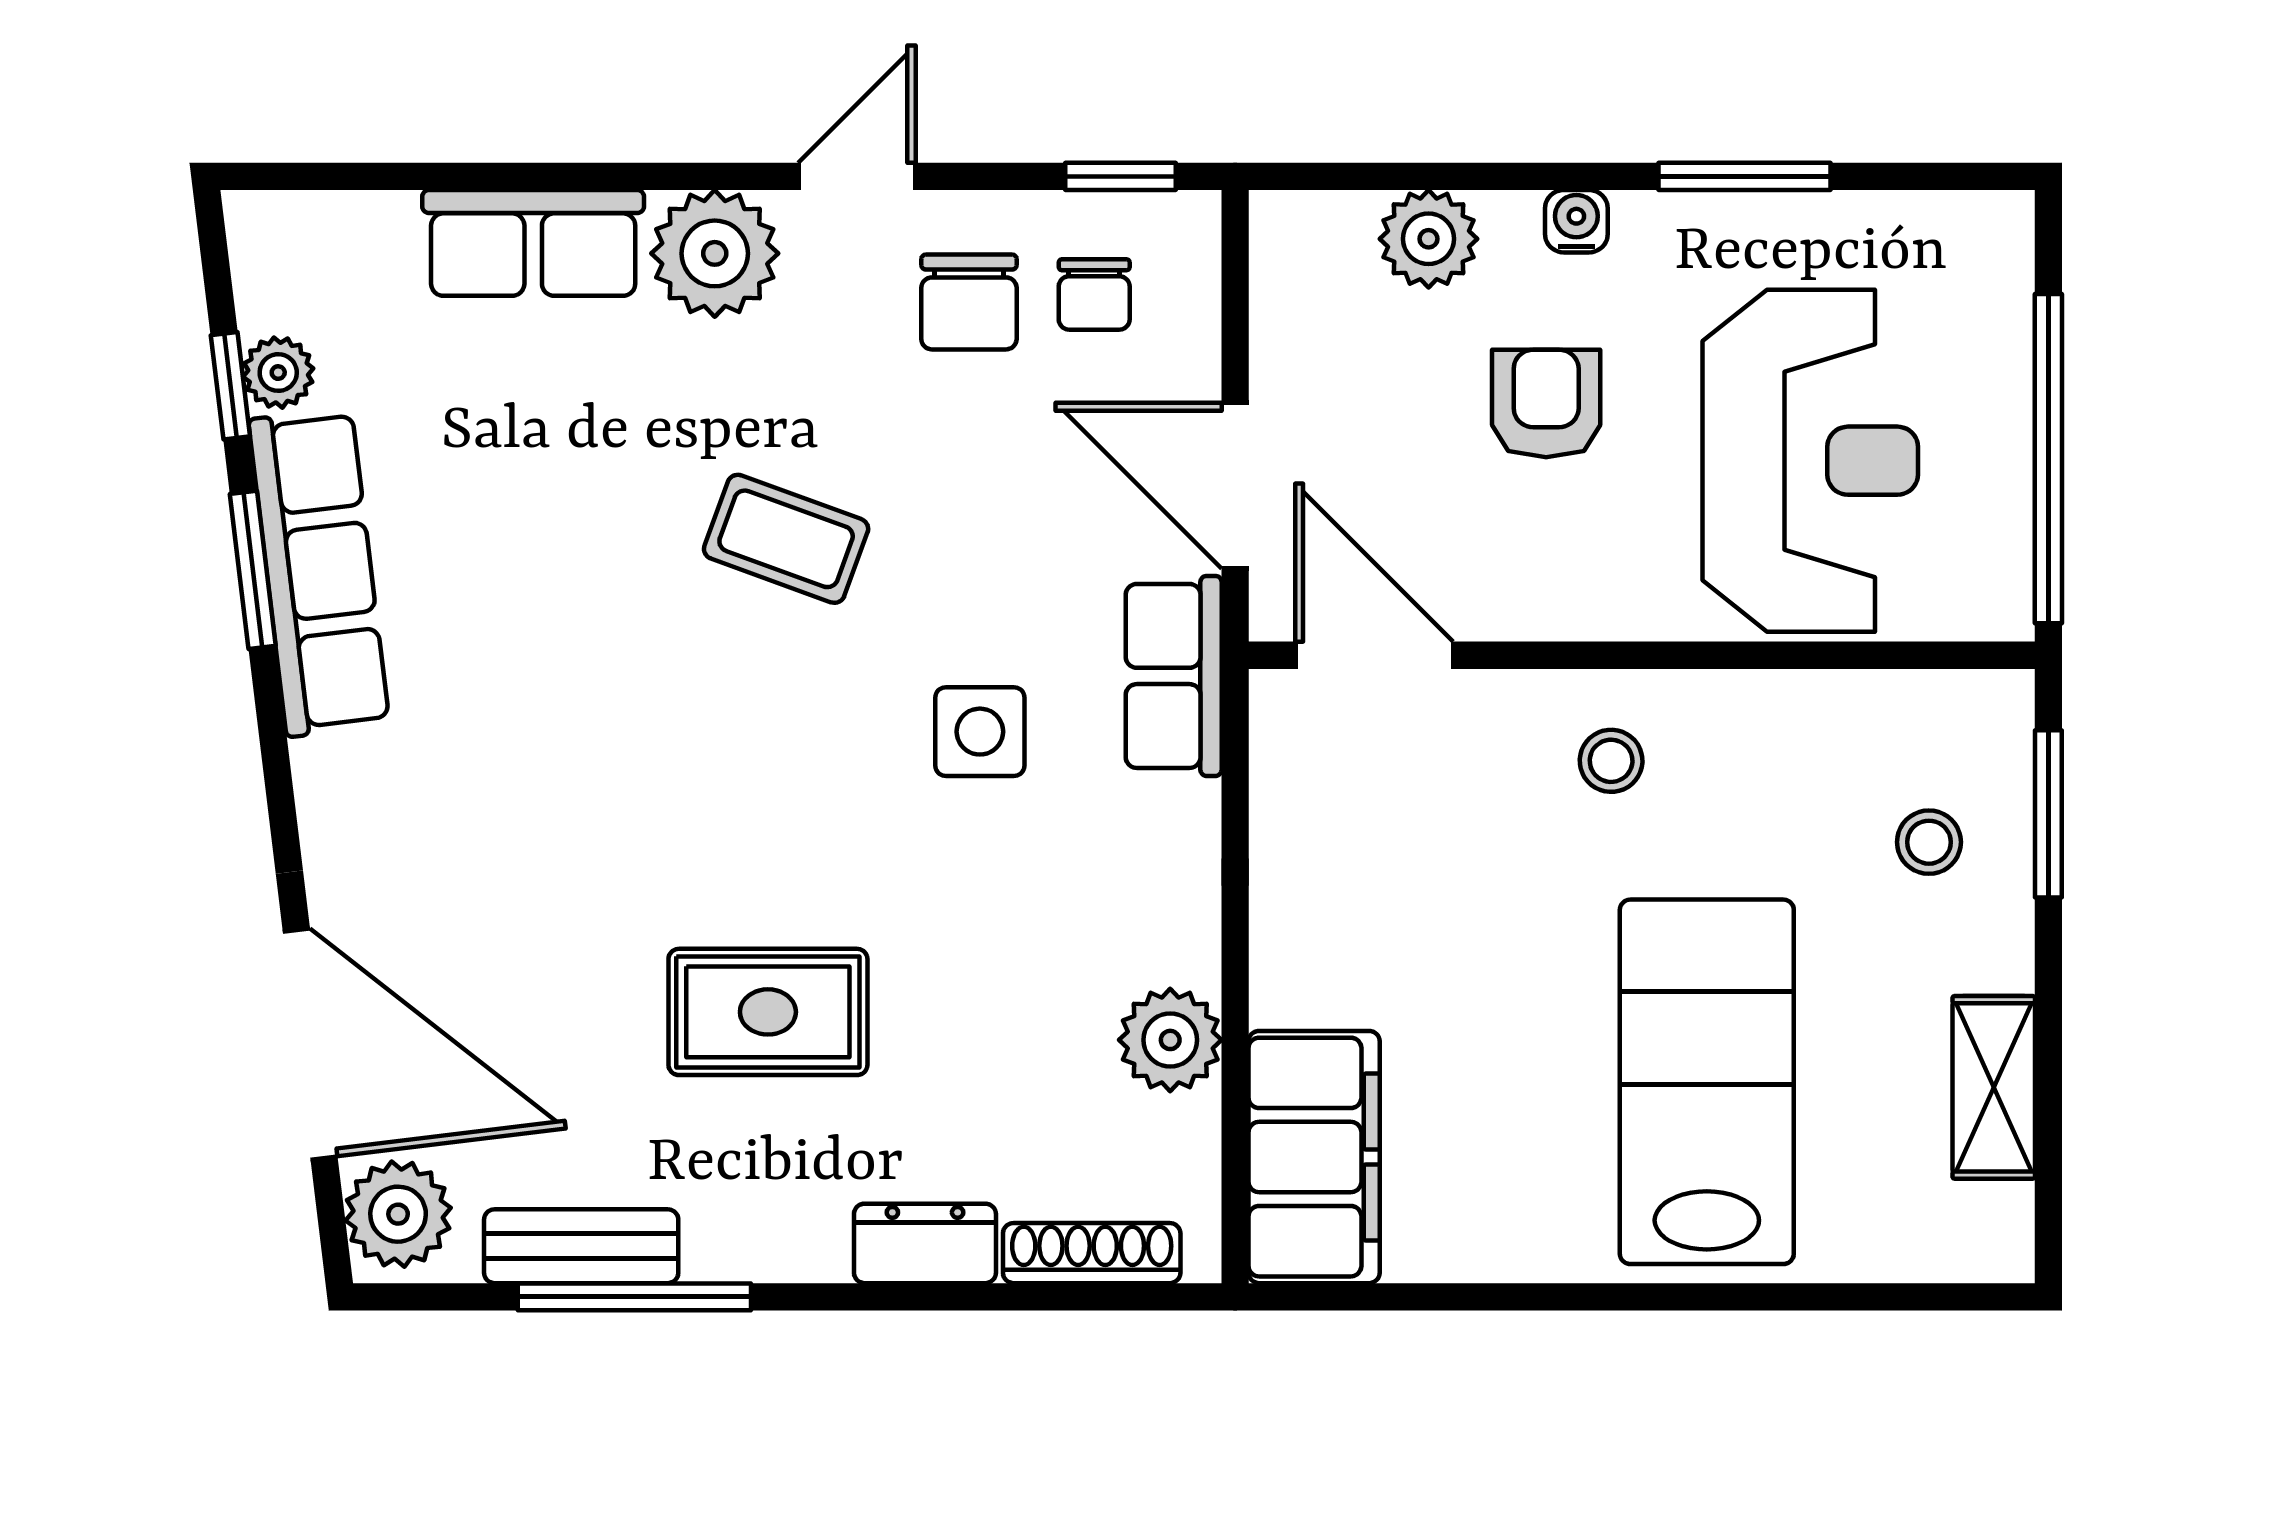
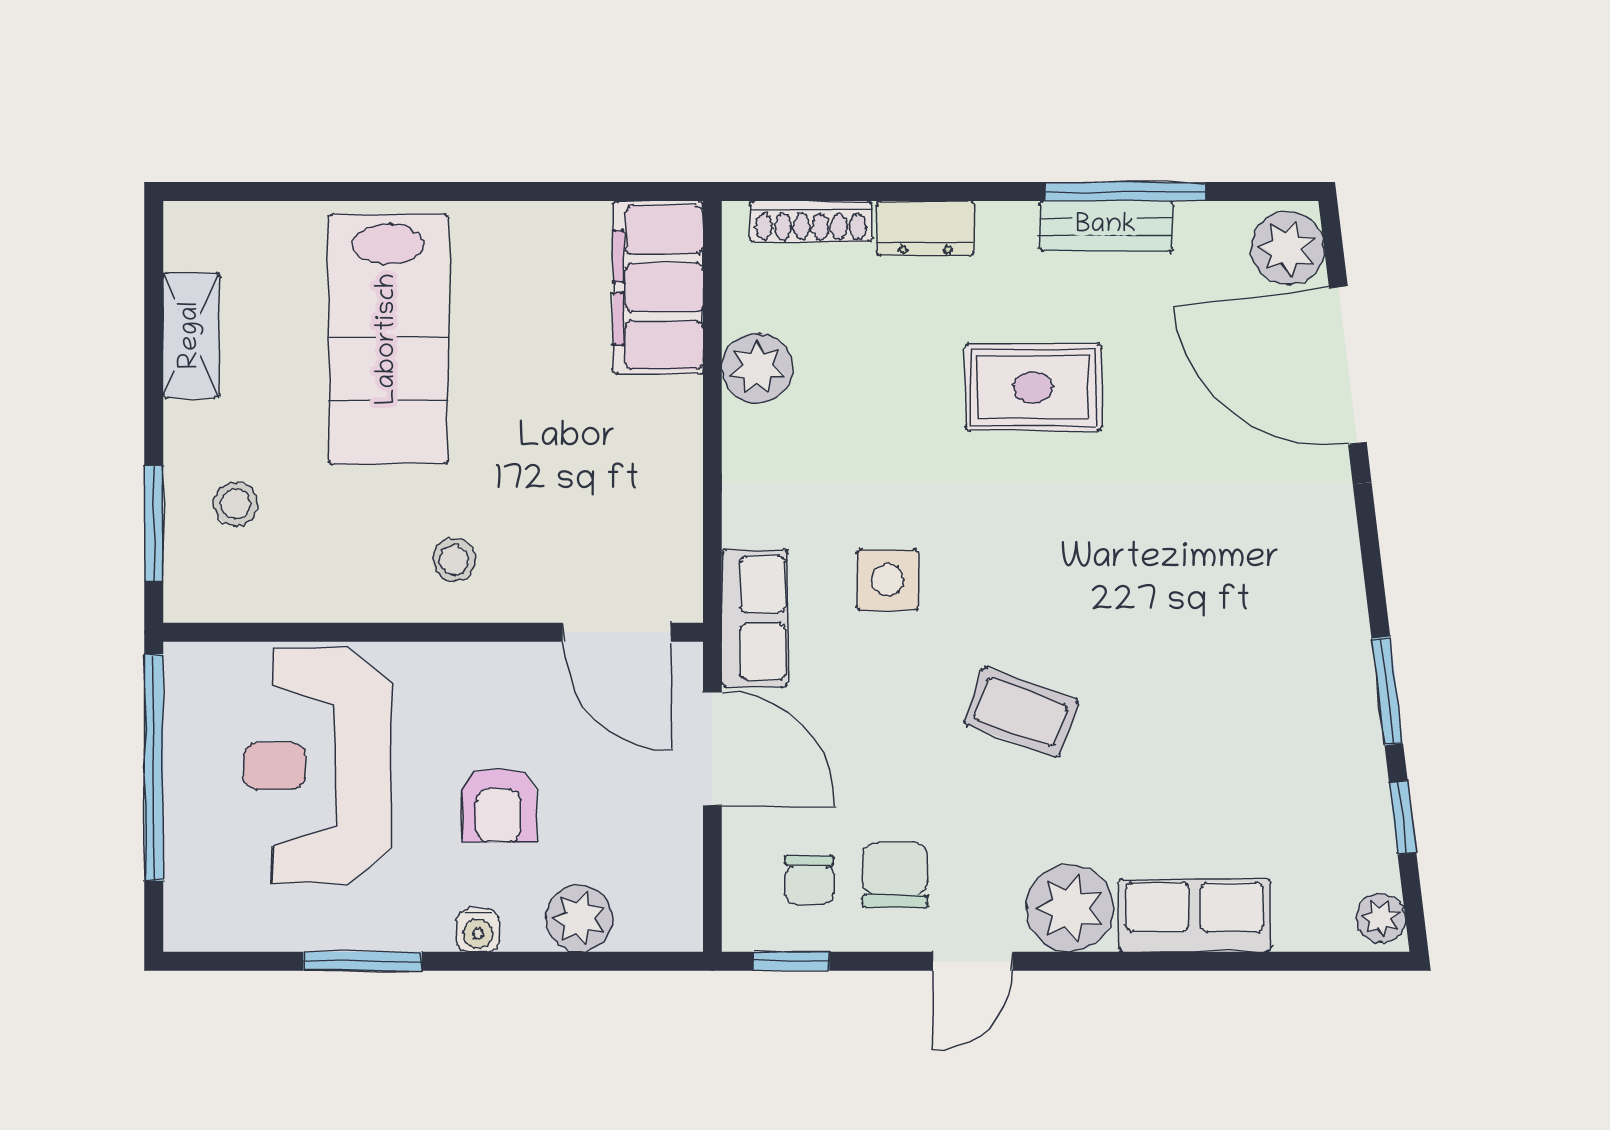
chair: (1094, 294) -> (809, 880), turned 180
plant: (278, 373) -> (1381, 918), moved
row of seats: (319, 572) -> (1342, 689), removed
bench: (581, 1246) -> (1106, 226), moved

